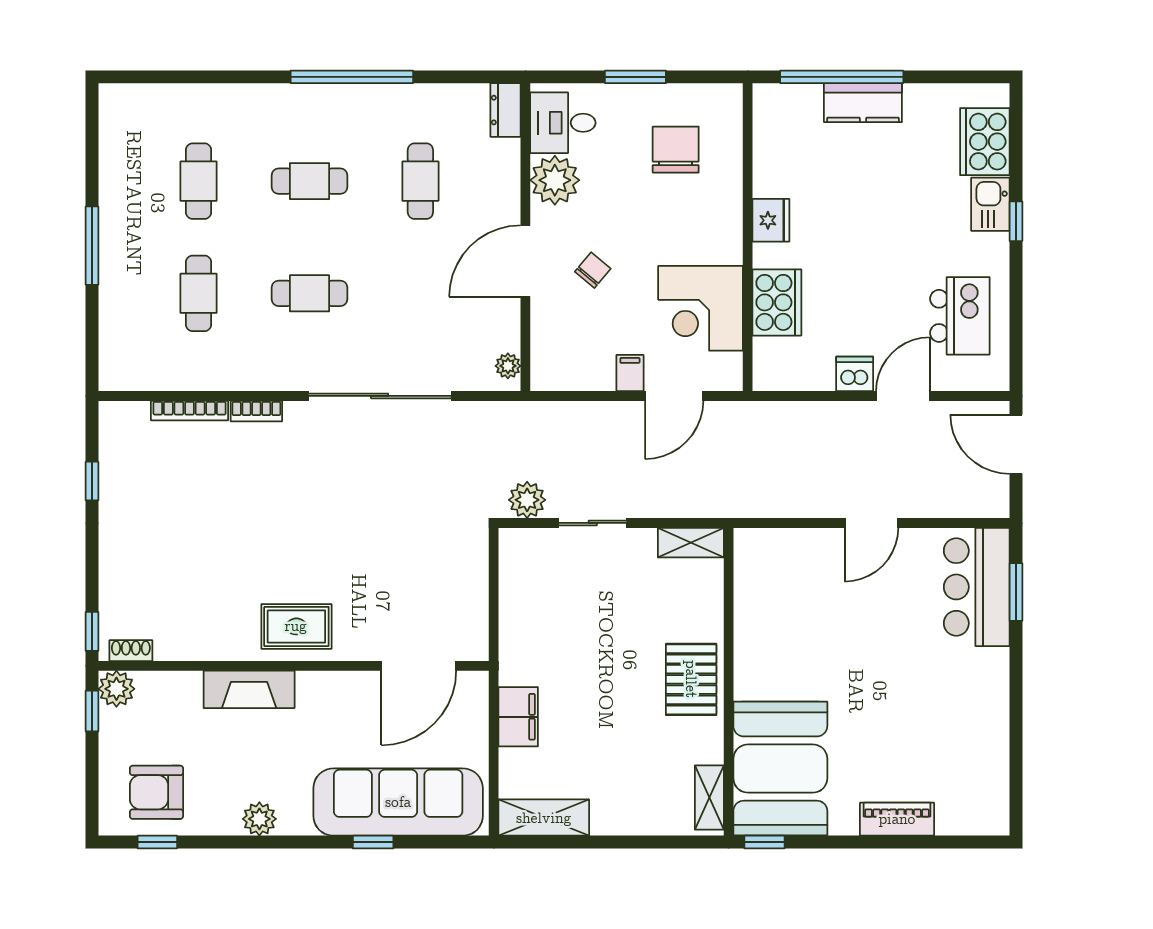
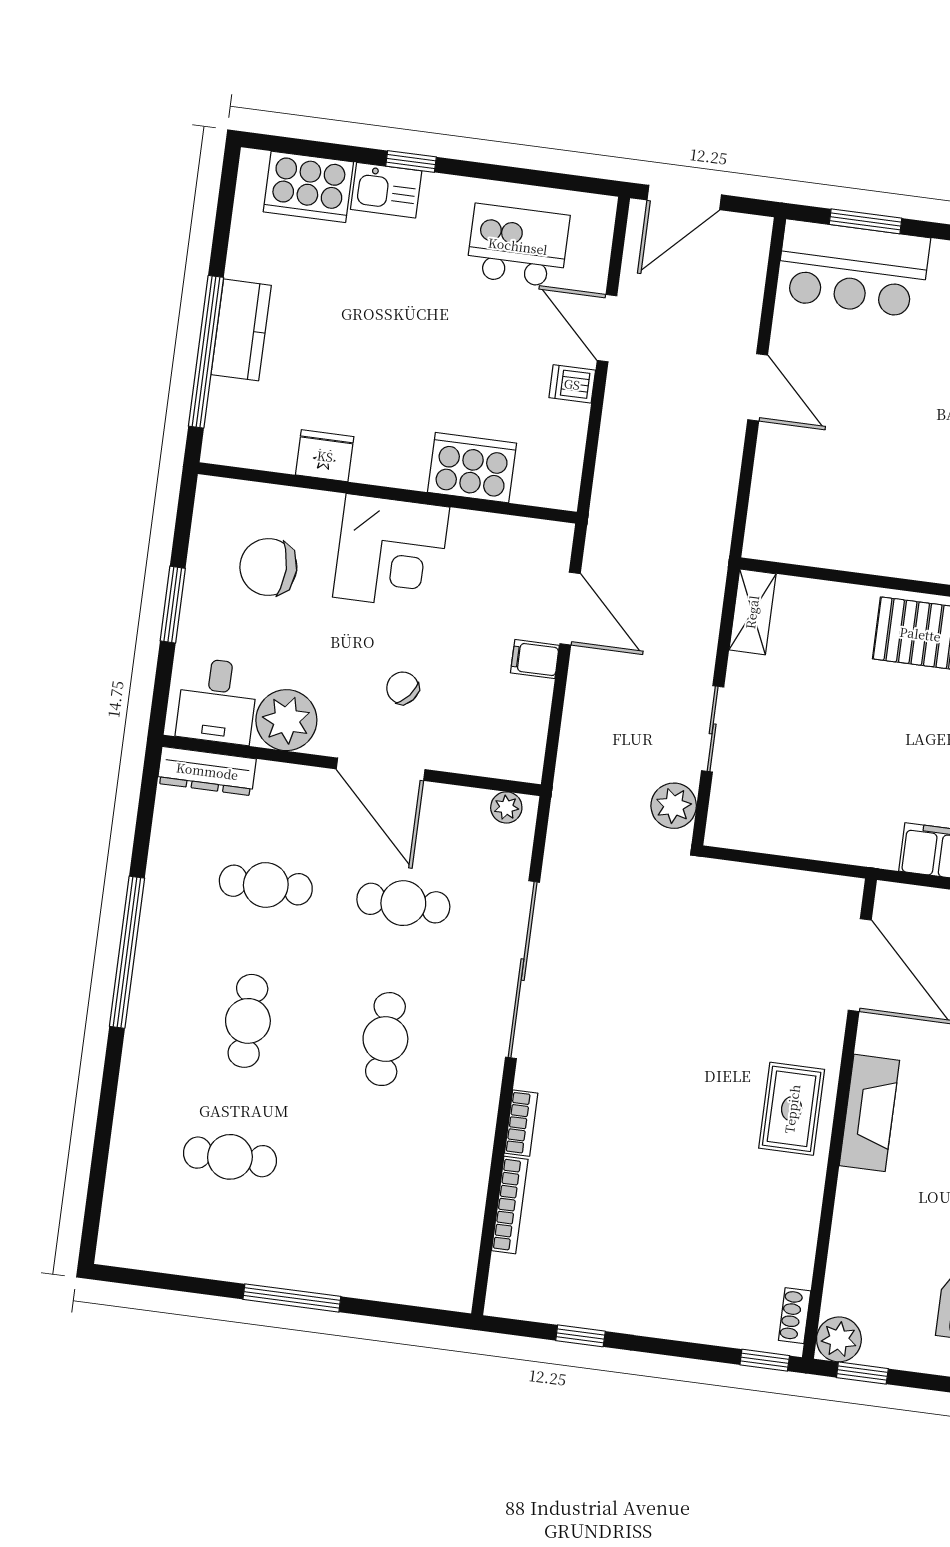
dresser: (506, 110) -> (207, 771), width x1.44
fridge: (771, 220) -> (325, 456), moved
cafe table: (199, 293) -> (403, 903), moved
corner desk: (701, 308) -> (391, 552), moved
dishwasher: (855, 374) -> (572, 384), width x0.73
fireplace: (249, 689) -> (869, 1113), moved

